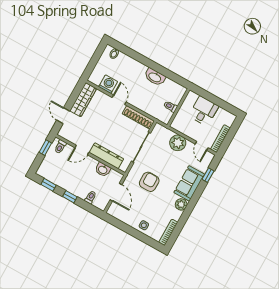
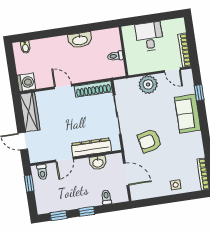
washing machine: (108, 84) -> (26, 82), moved, turned 90
armchair: (149, 182) -> (150, 141), turned -102
plant: (181, 204) -> (195, 139), removed

